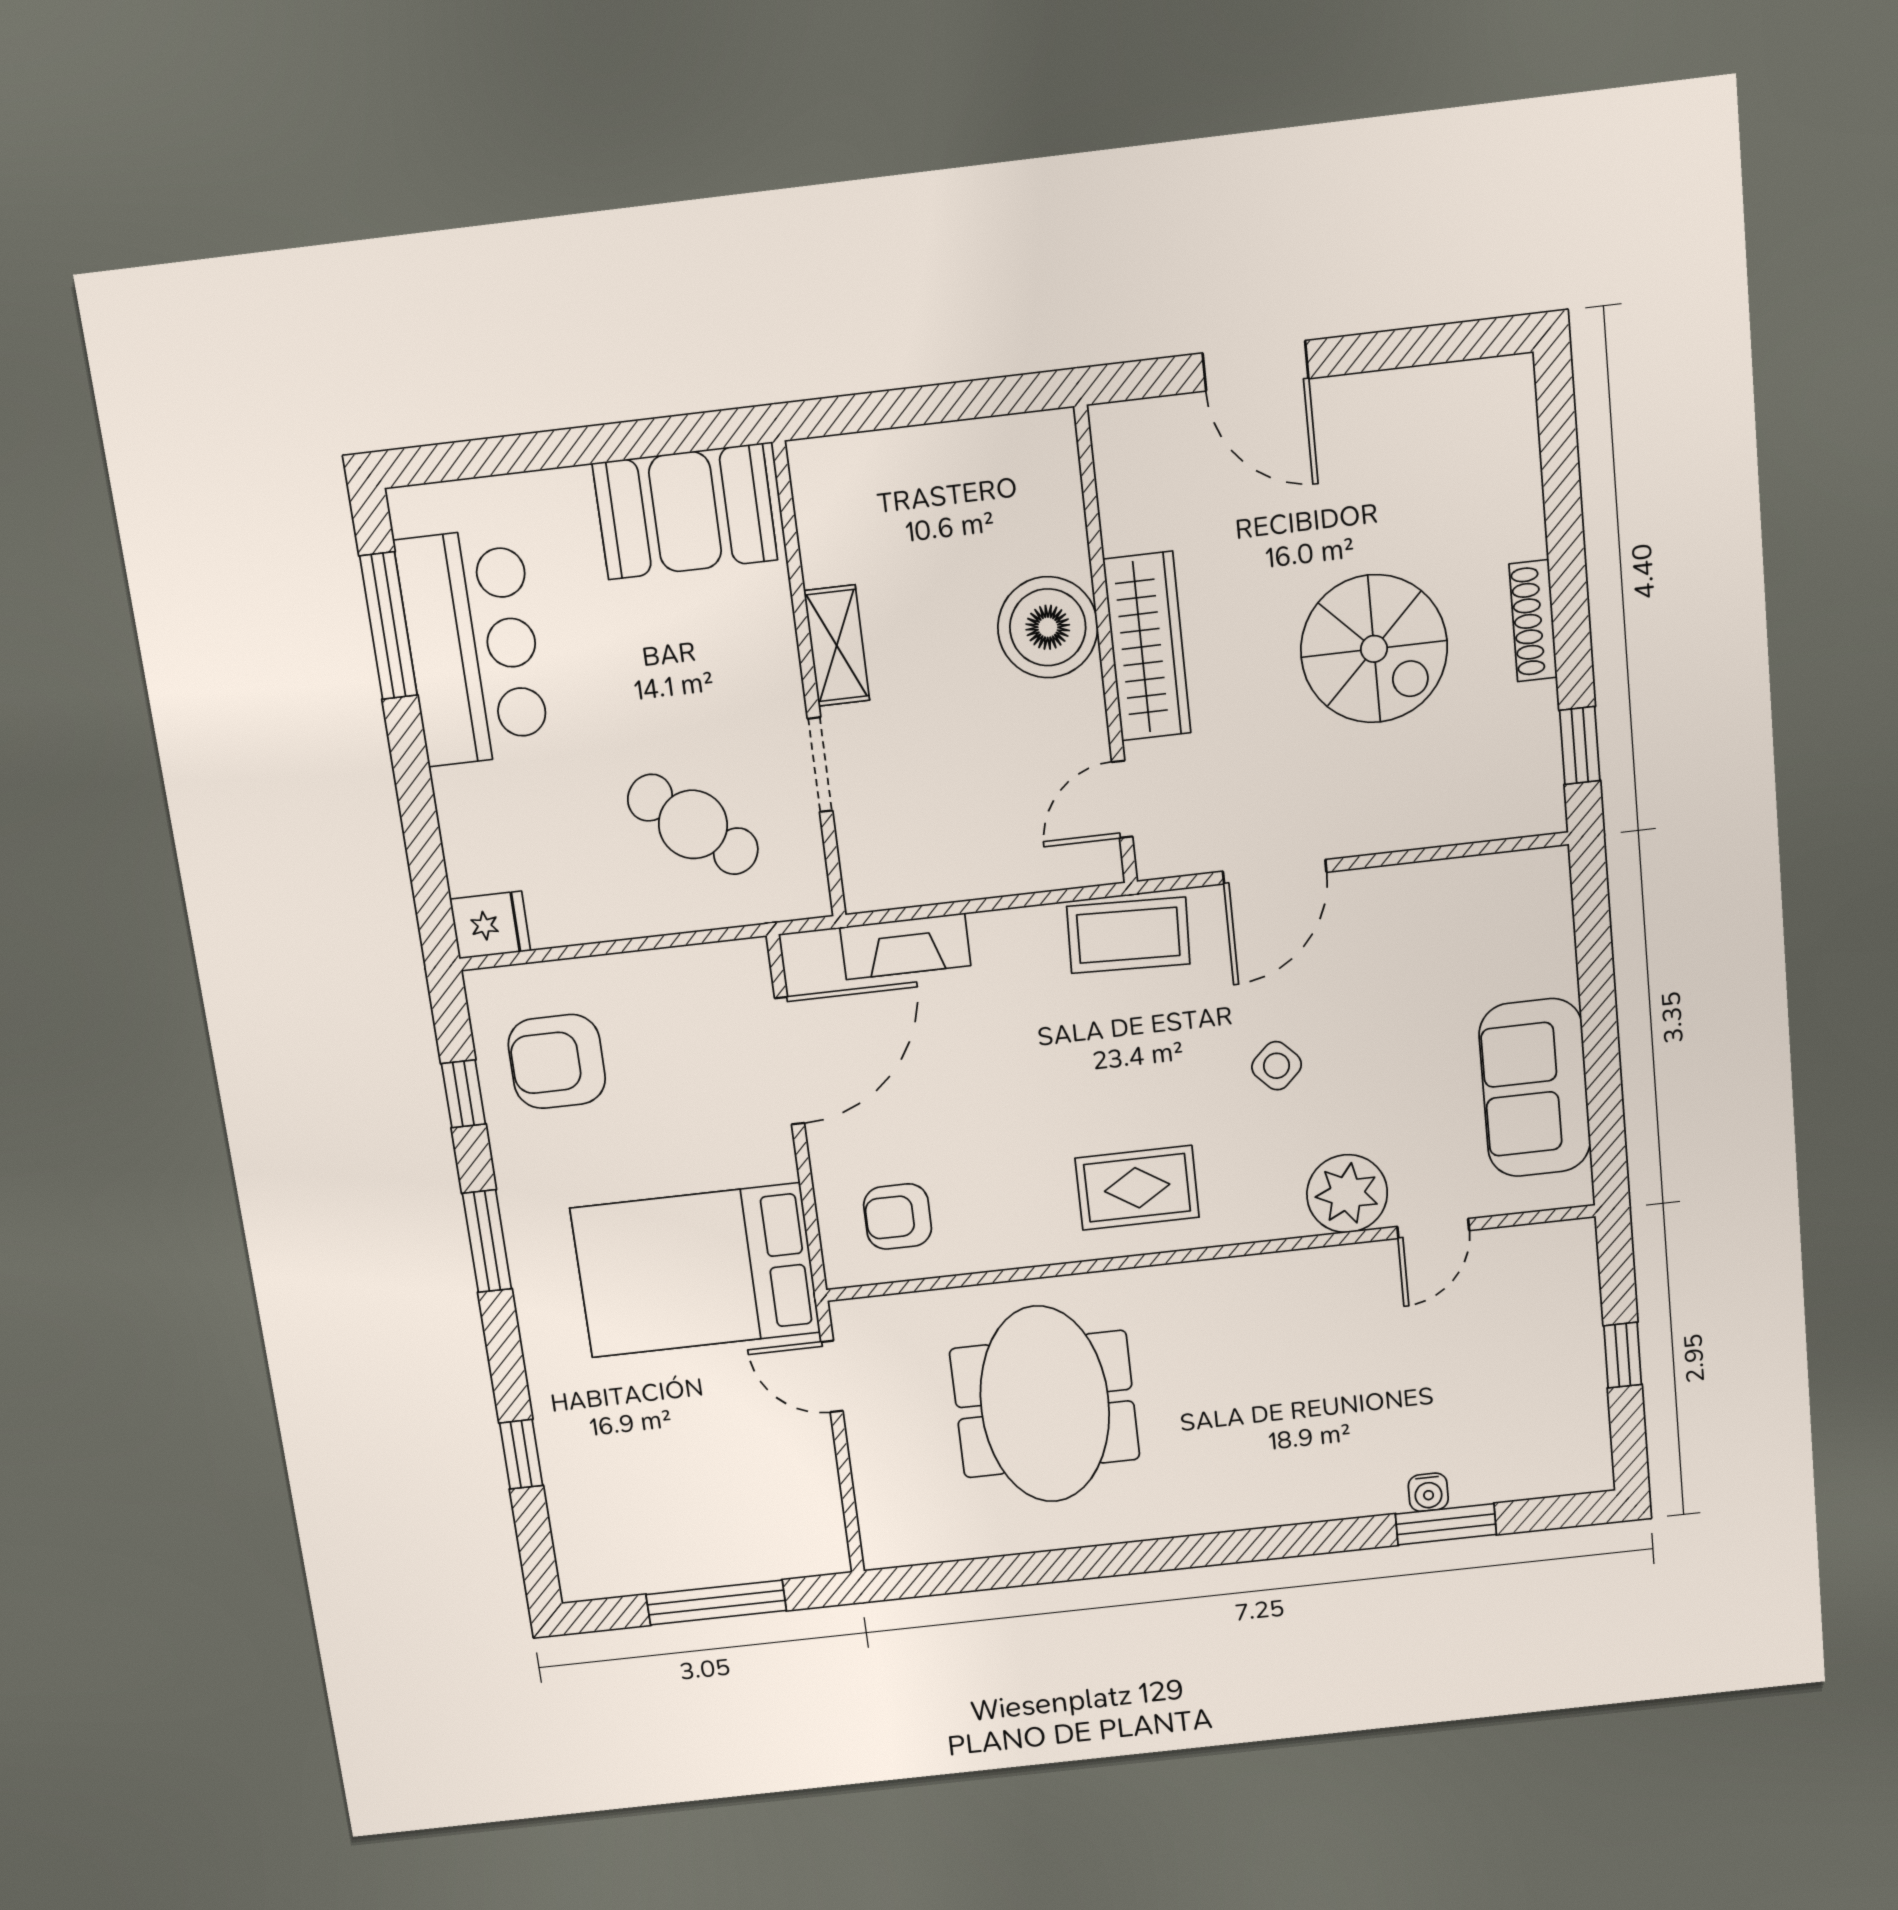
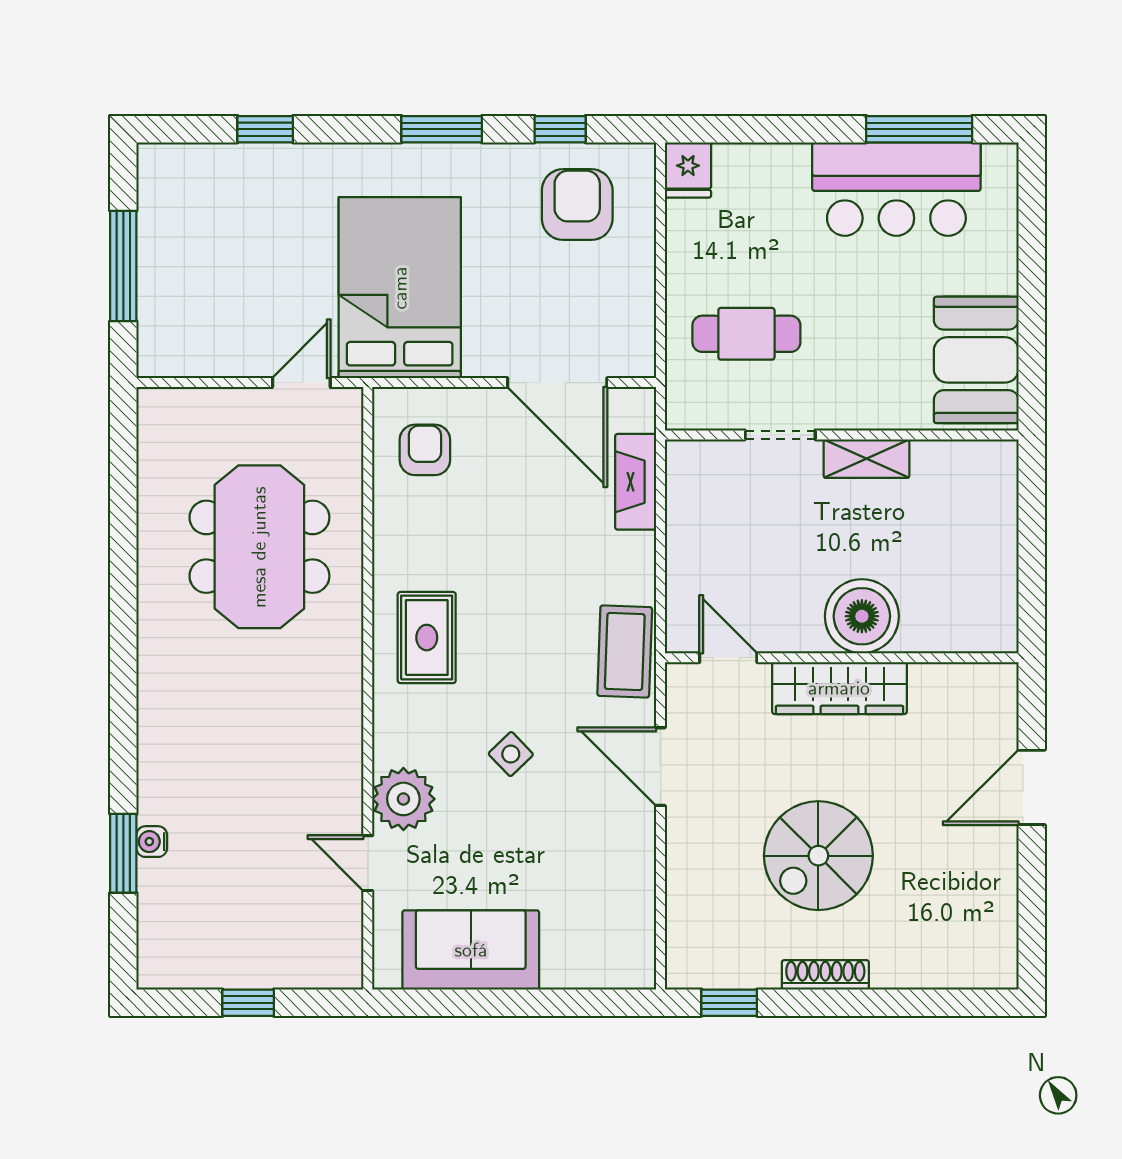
cafe table: (693, 824) -> (746, 334), turned 51
meeting table: (1045, 1404) -> (259, 547), turned 90

